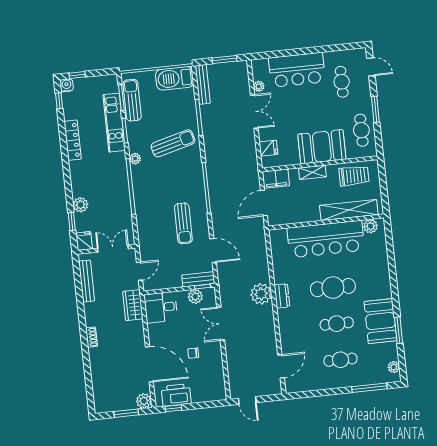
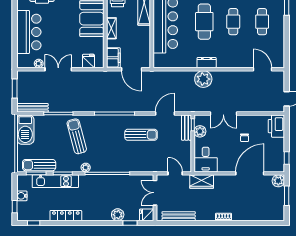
water cooler: (67, 85) -> (22, 196), moved
printer: (176, 395) -> (276, 126), moved

